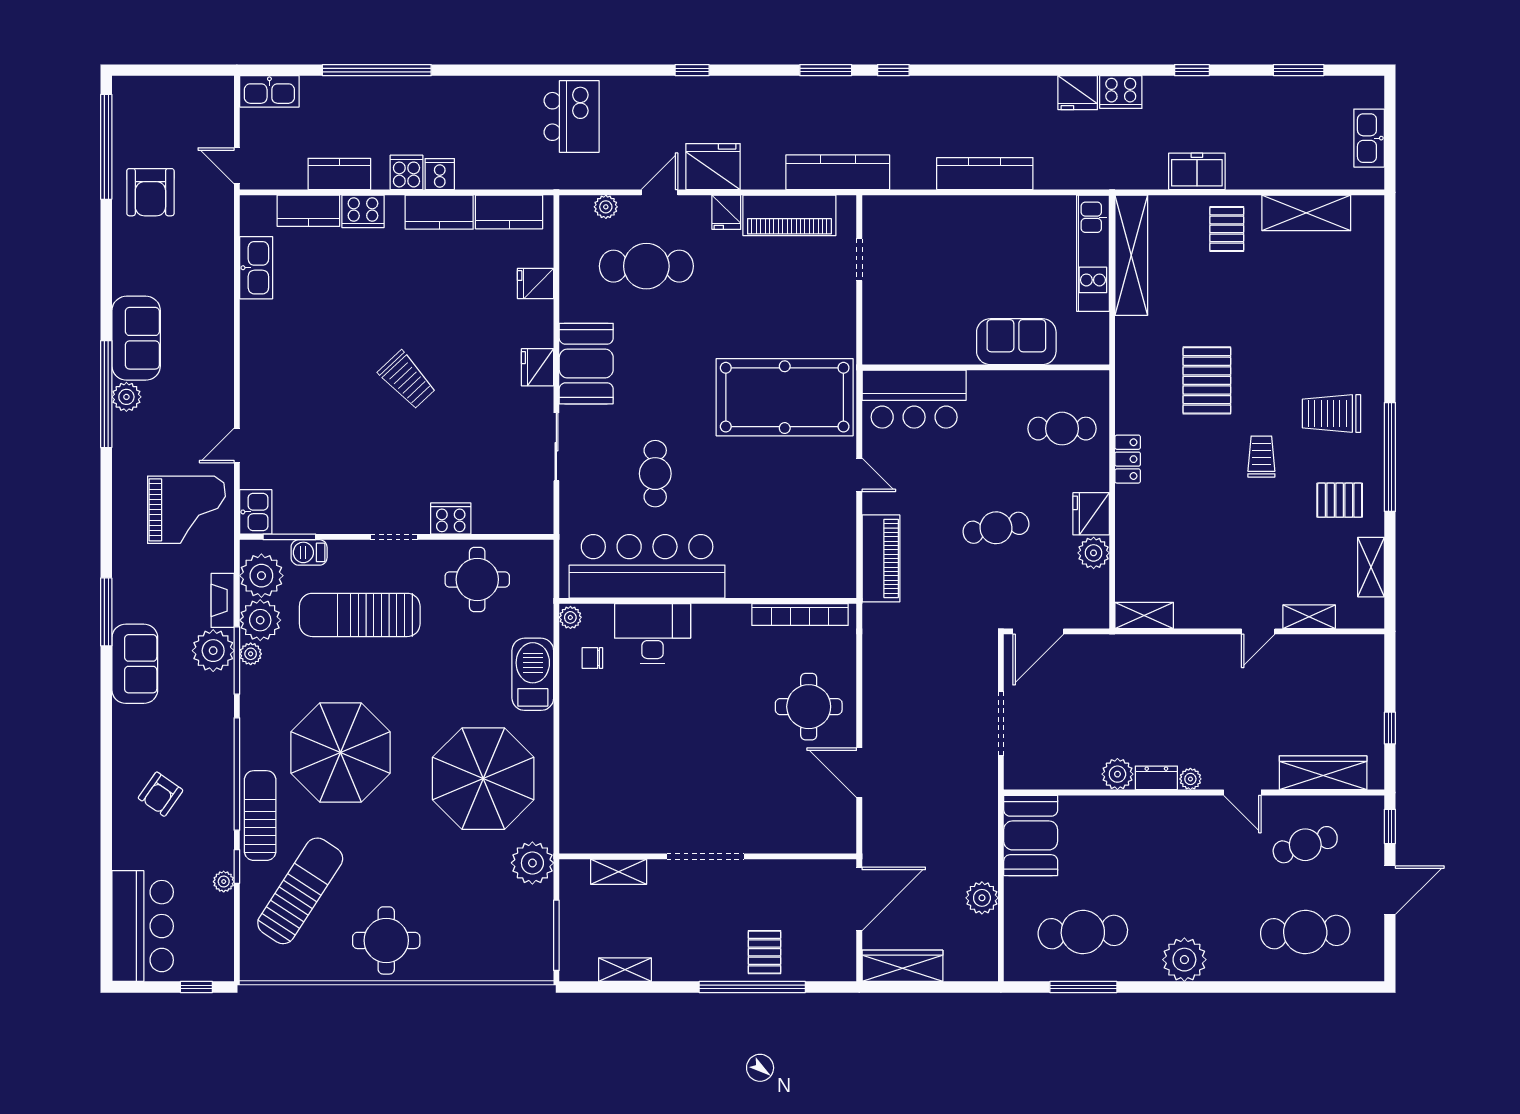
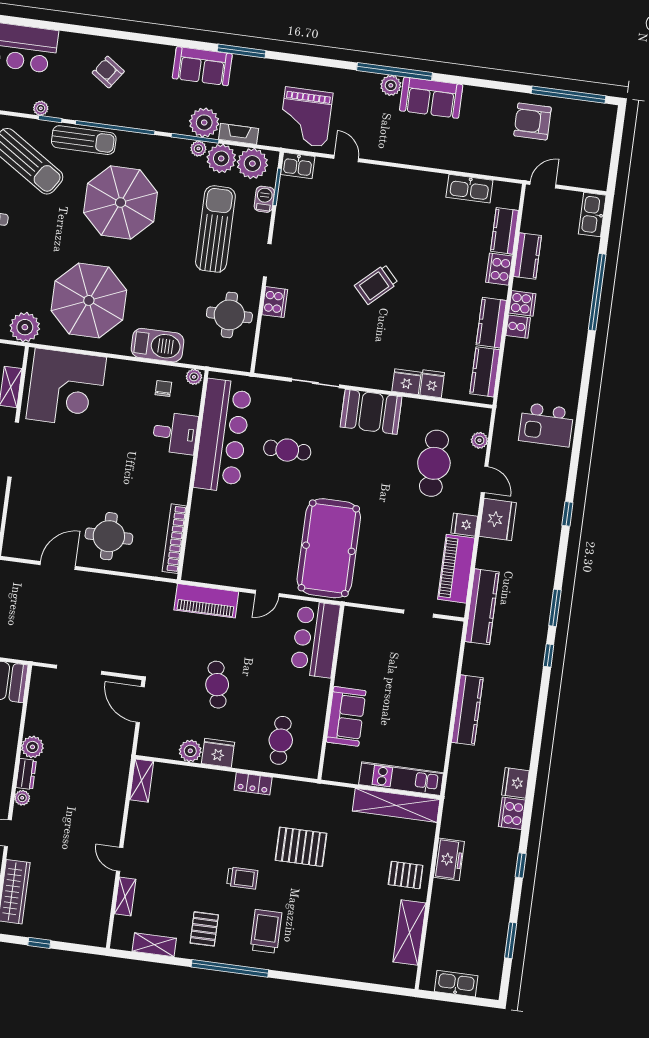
fridge: (538, 367) -> (407, 382), moved
desk: (653, 633) -> (175, 433), width x0.73
corner desk: (610, 794) -> (66, 388), added

